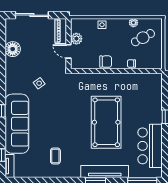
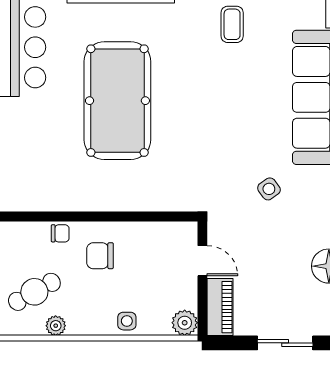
sliding door: (32, 15) -> (285, 343), width x0.73
plant: (76, 39) -> (185, 323), moved
chair: (106, 62) -> (100, 256), moved

